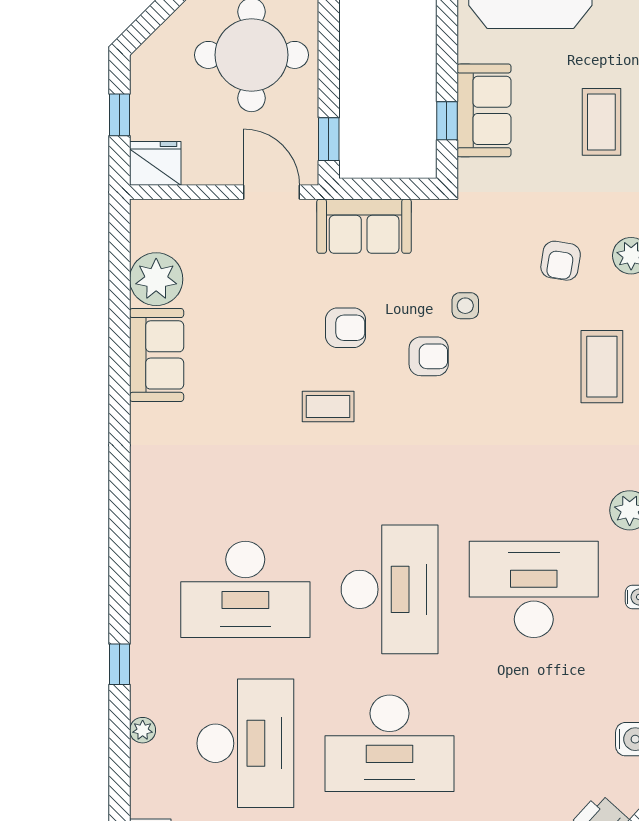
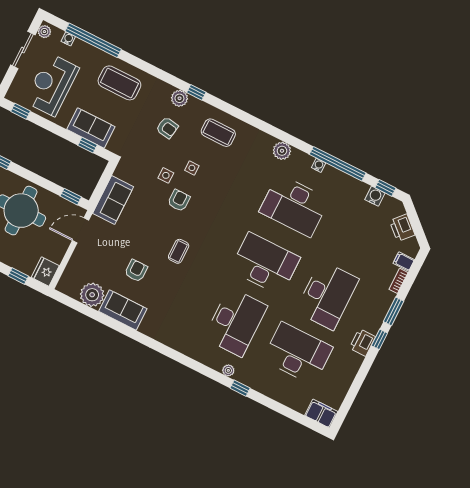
coffee table: (601, 122) -> (119, 83), width x1.36, depth x1.32
armchair: (345, 328) -> (136, 271), moved
side table: (506, 350) -> (192, 168), added
desk: (534, 589) -> (294, 206), turned -90
plant: (143, 730) -> (228, 370), moved

